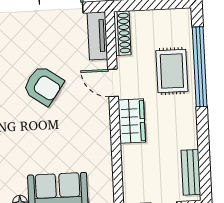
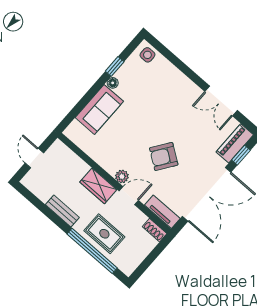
shoe rack: (122, 33) -> (155, 230), width x0.70
plant: (101, 107) -> (122, 177), added
bench: (191, 172) -> (62, 211), moved

